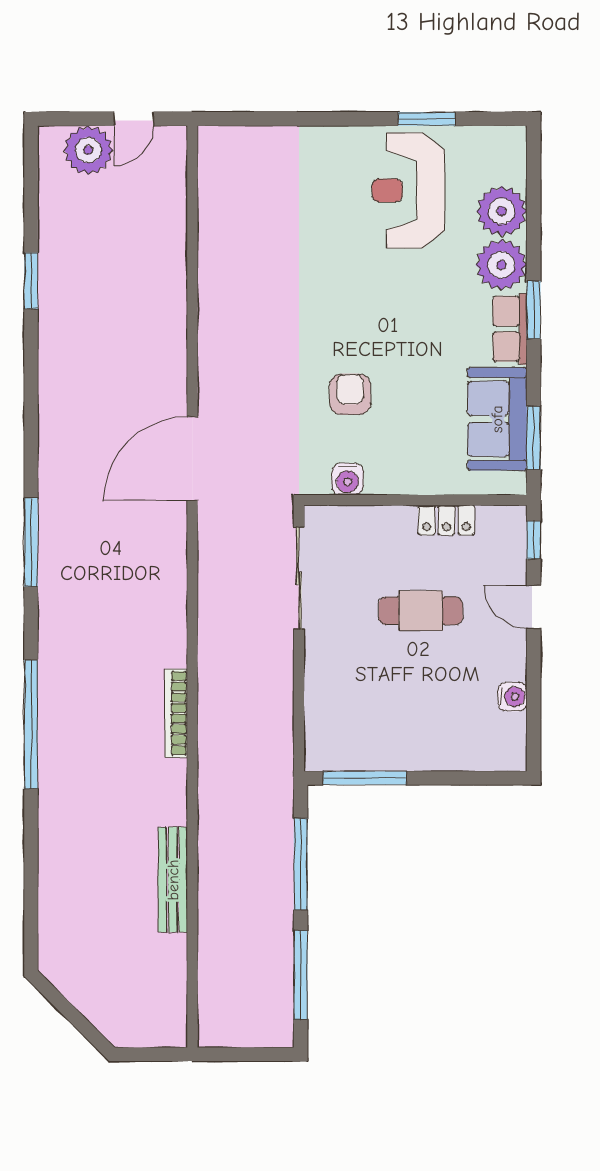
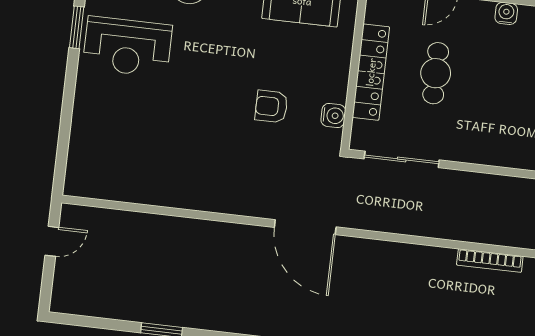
door: (134, 119) -> (52, 241), hinge flipped
plant: (88, 150) -> (71, 277), removed
locker: (446, 520) -> (371, 72), width x2.16, depth x1.21

